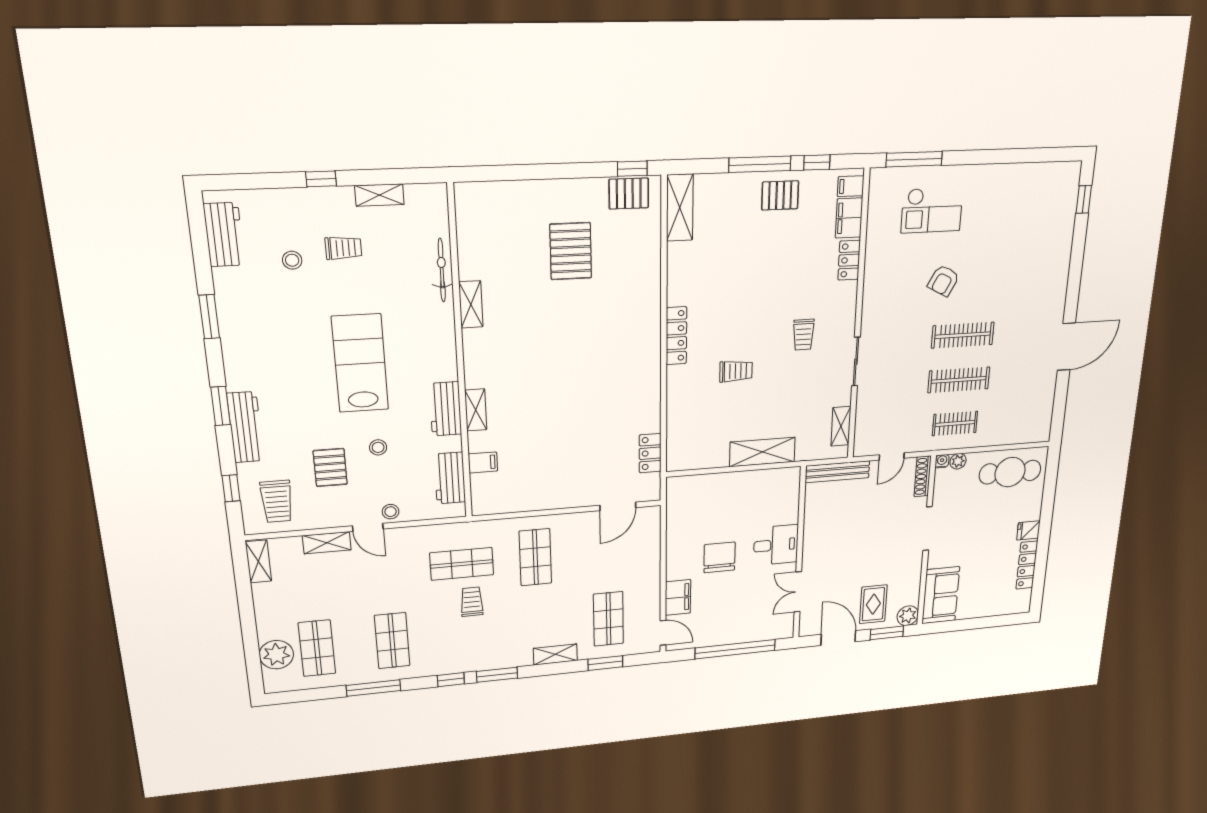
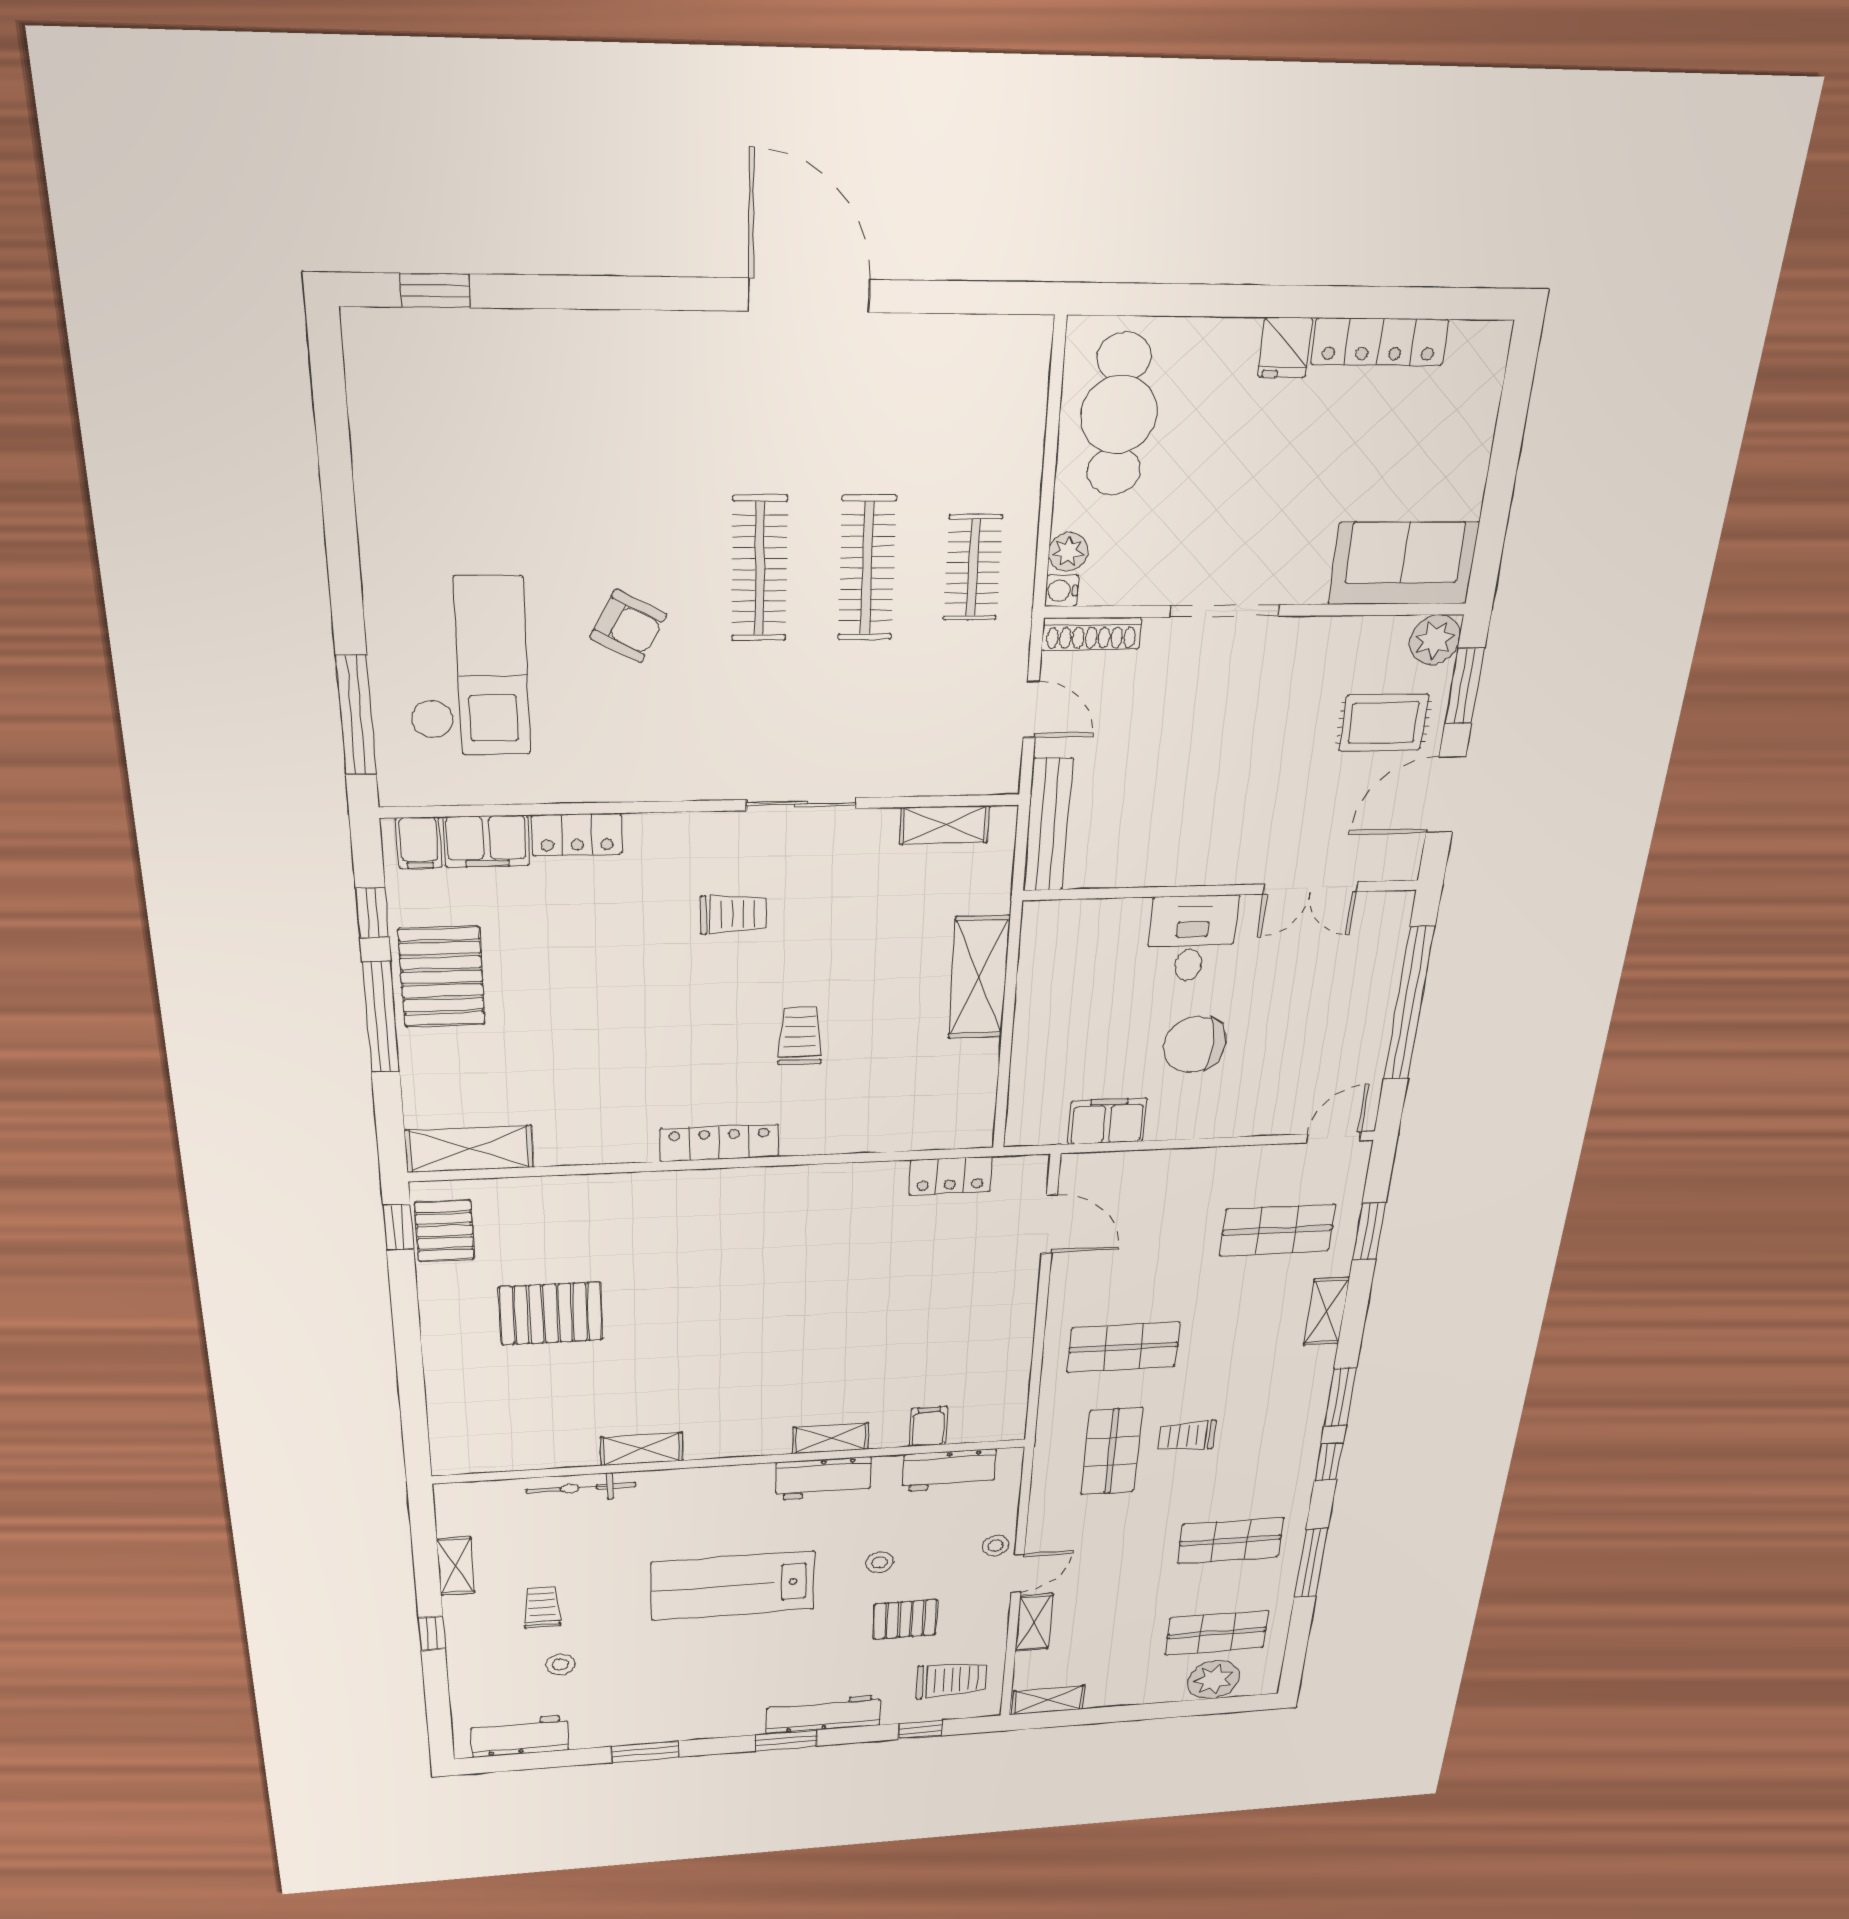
pallet: (780, 195) -> (442, 977), width x1.50, depth x1.42
checkout: (932, 210) -> (467, 667), width x1.36, depth x1.21
filing cabinet: (678, 597) -> (1107, 1121), moved

